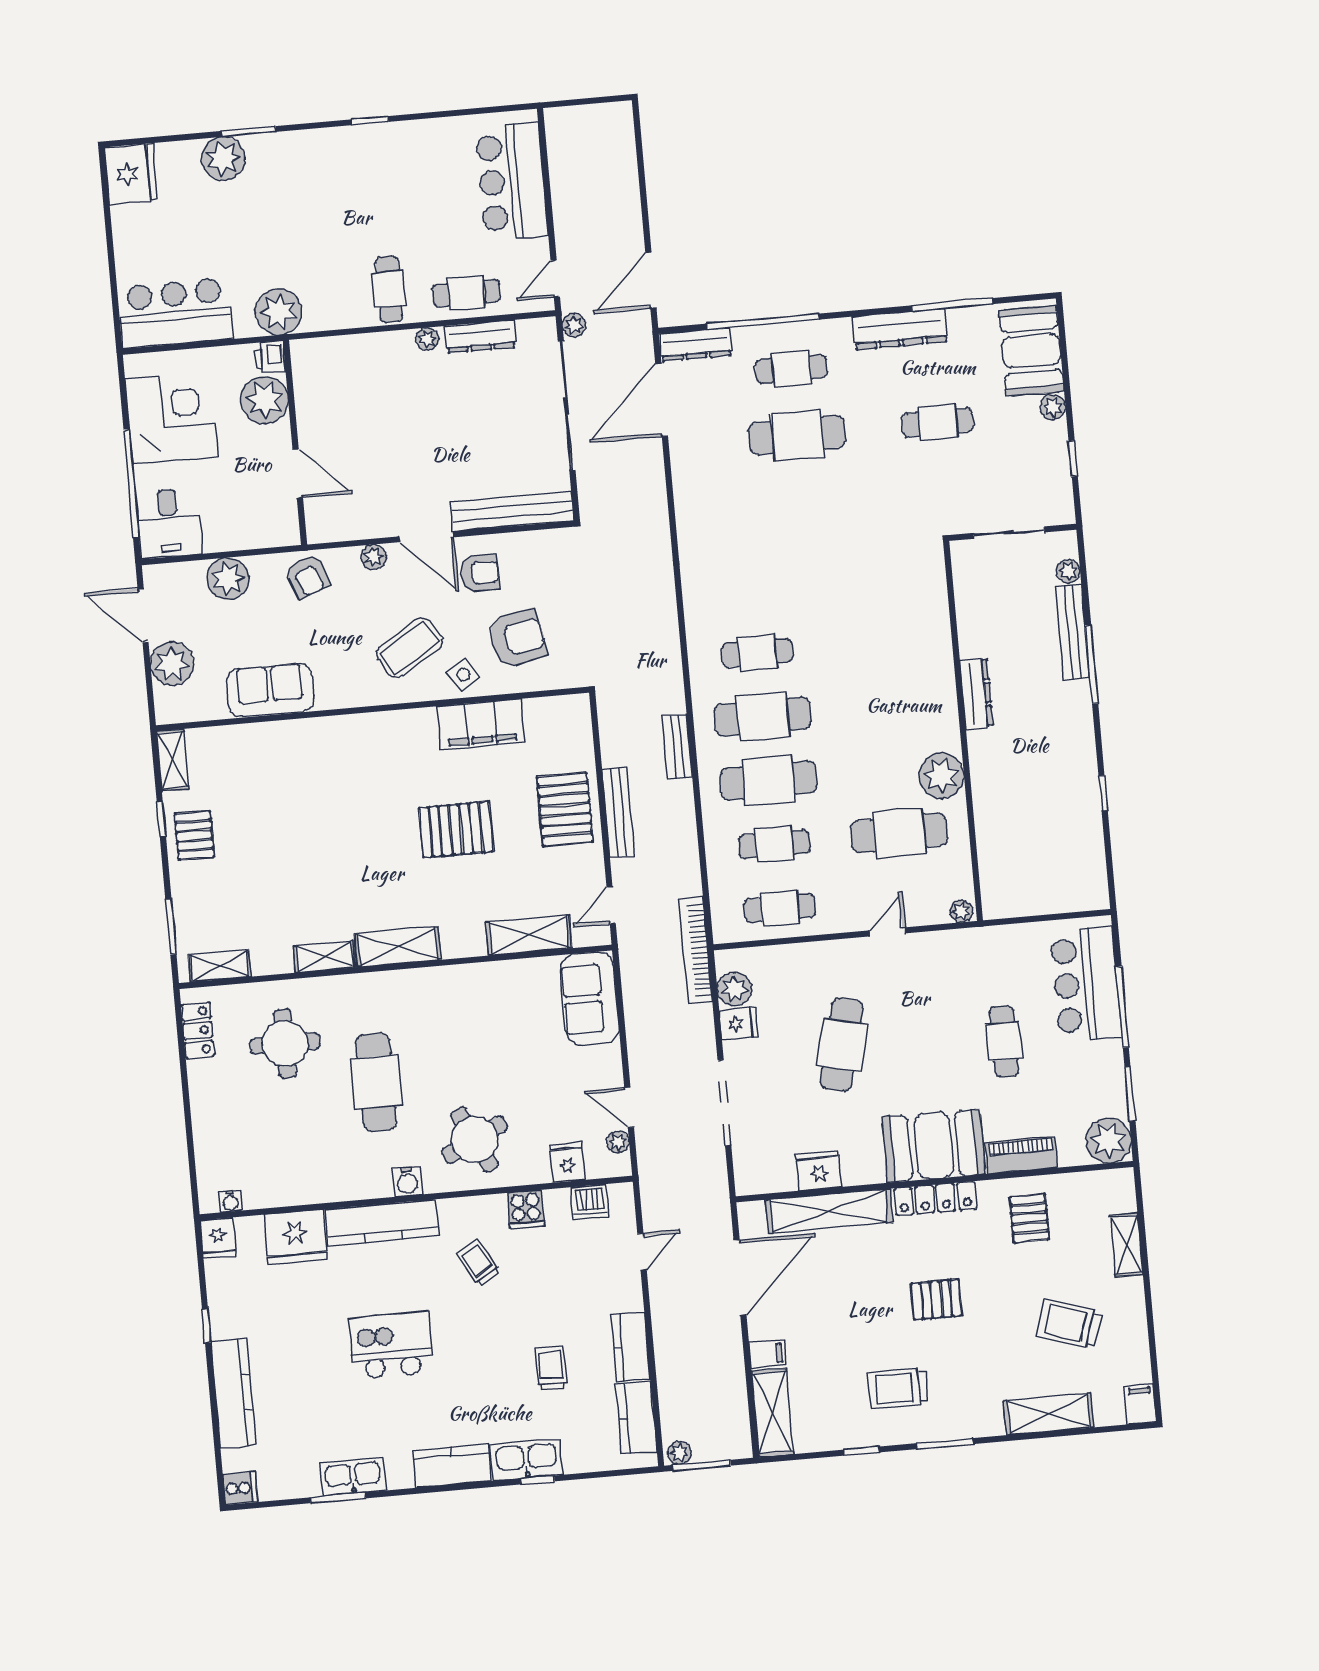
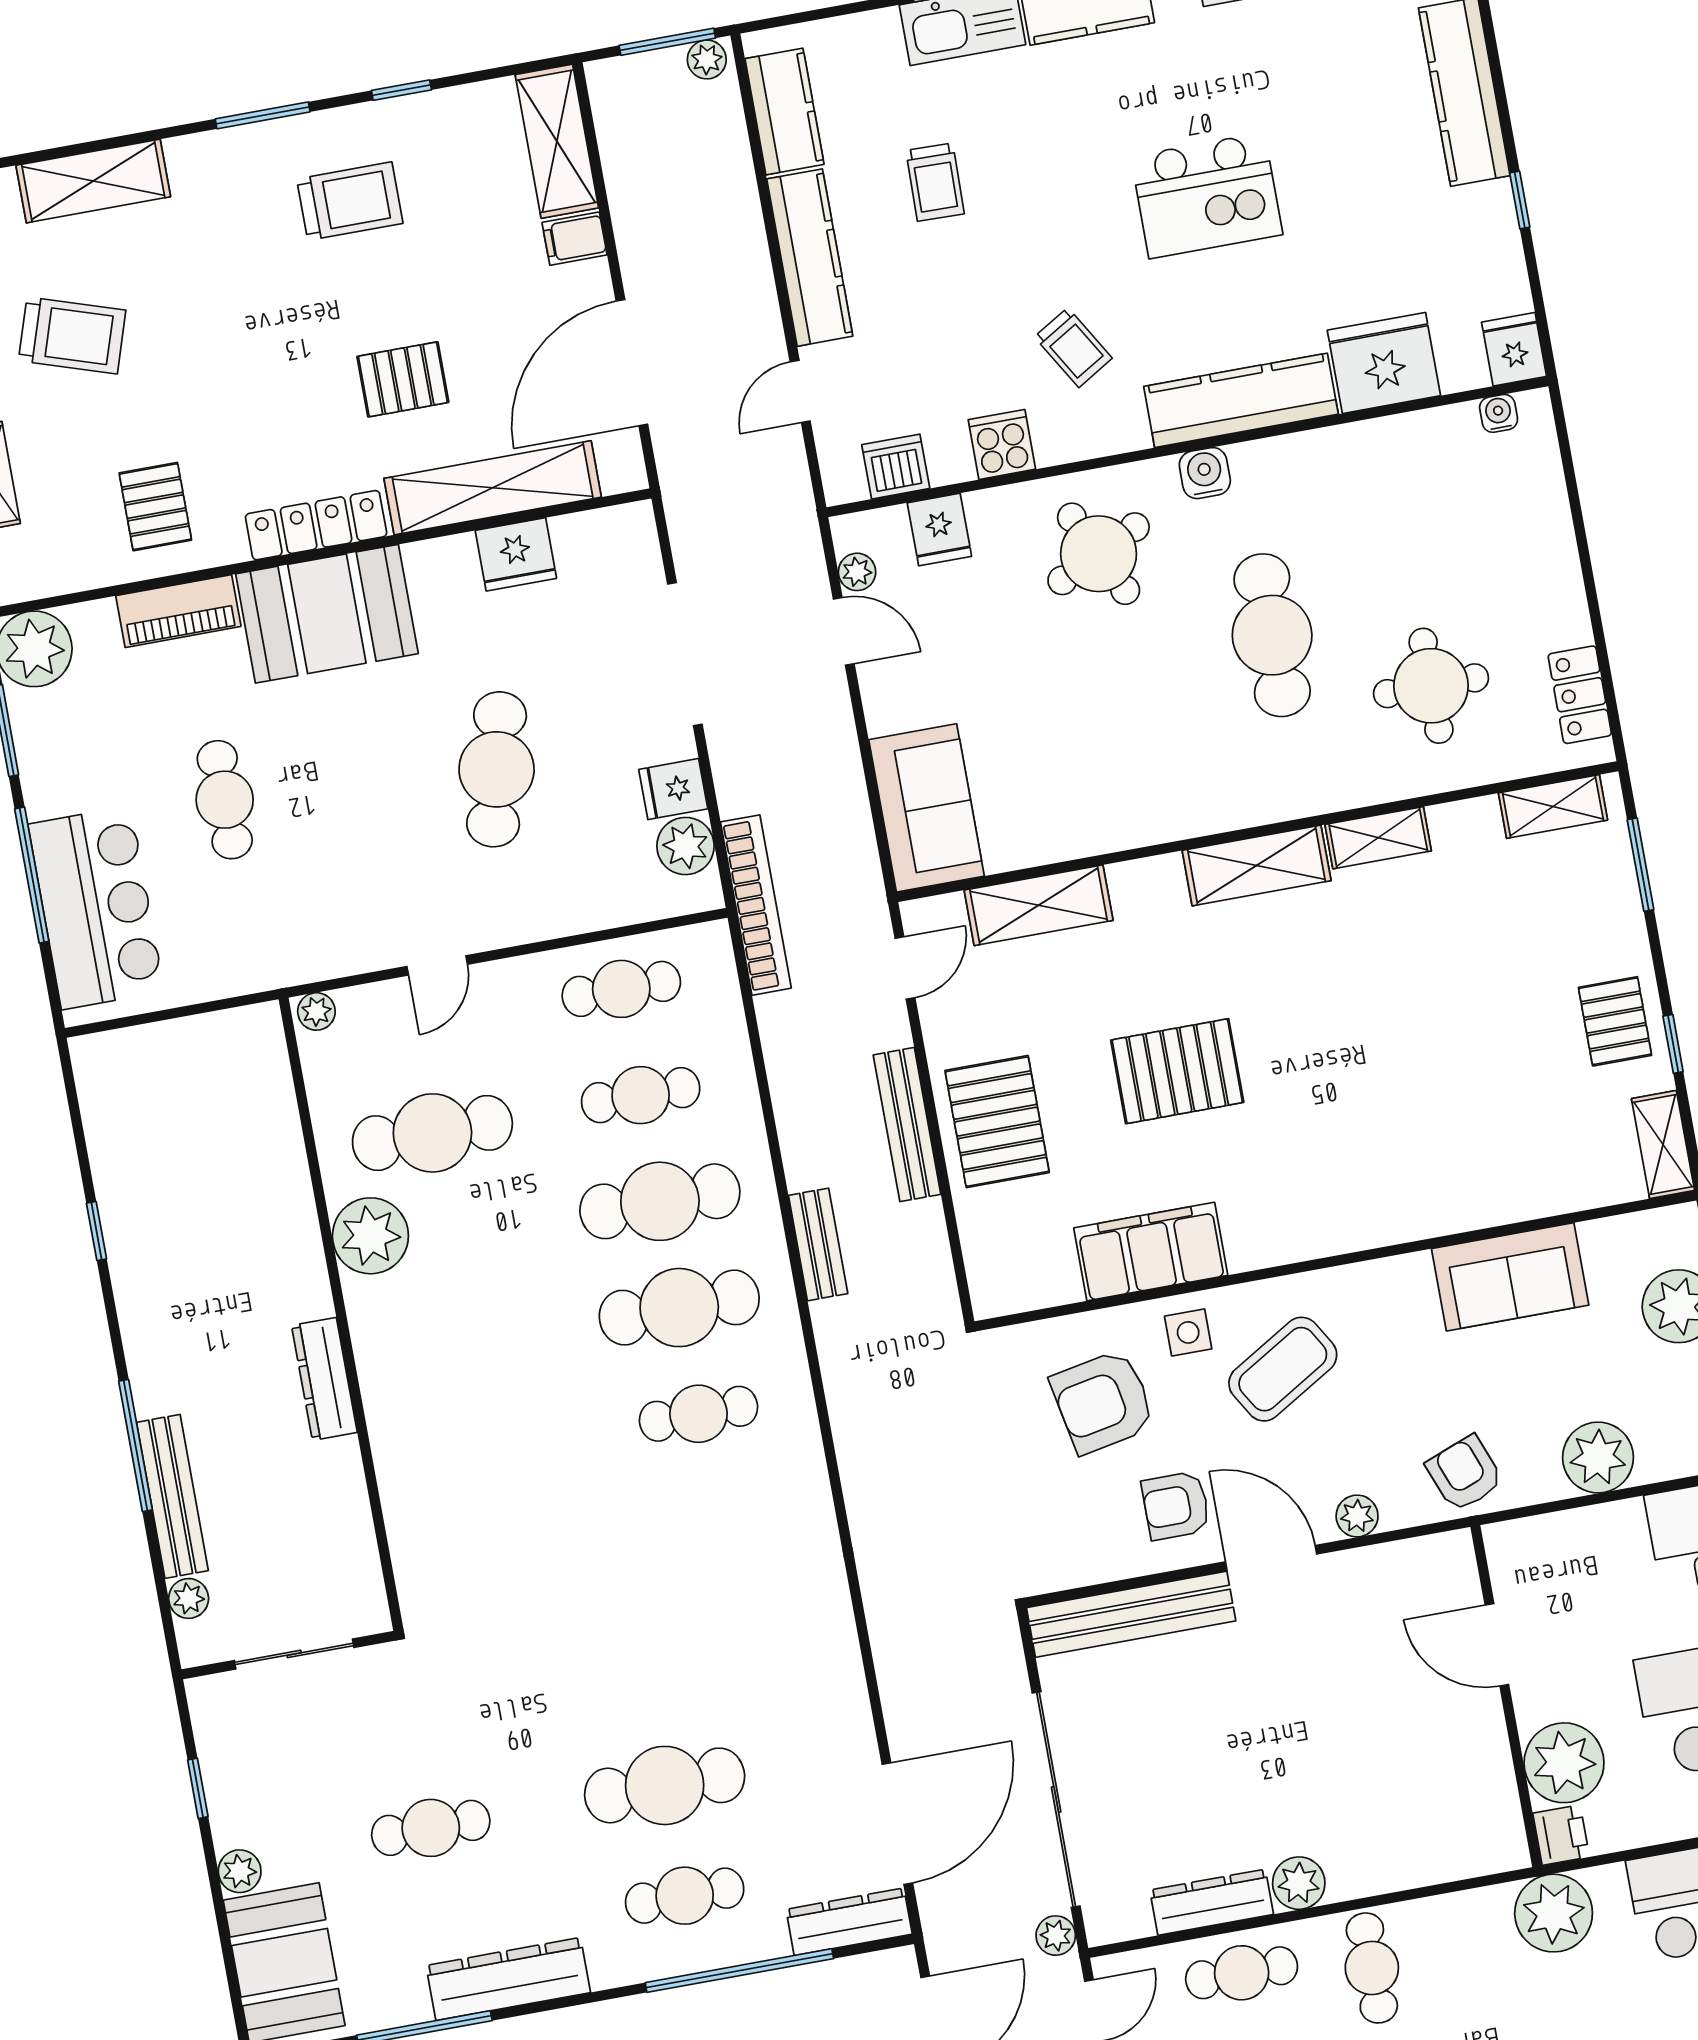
plant: (427, 339) -> (1299, 1883), width x1.38, depth x1.38
side table: (463, 675) -> (1188, 1332), turned 33
pallet: (936, 1300) -> (403, 379), moved
kitchen counter: (631, 1347) -> (810, 258), width x1.50

